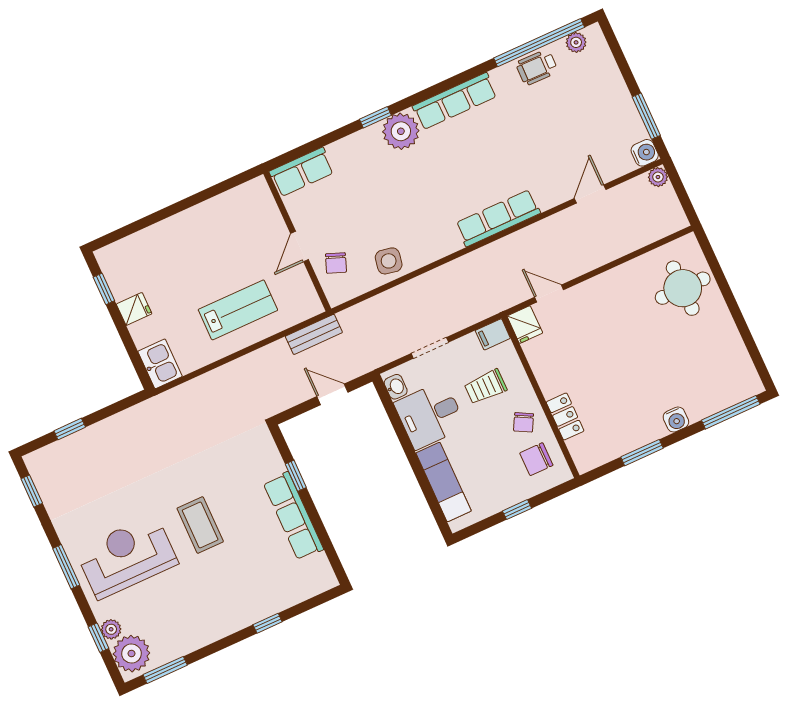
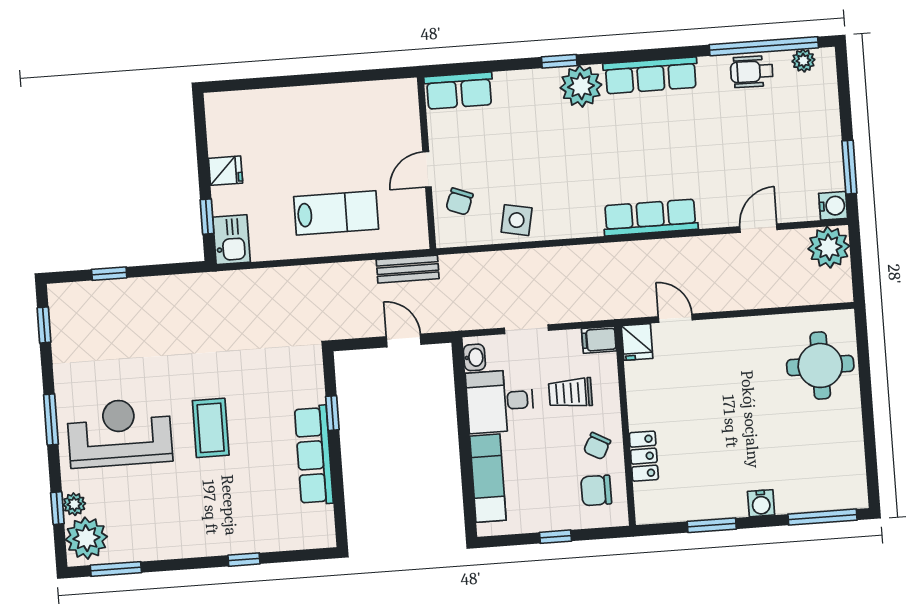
plant: (658, 177) -> (829, 247), width x1.87, depth x1.87
window: (104, 289) -> (207, 217), moved

